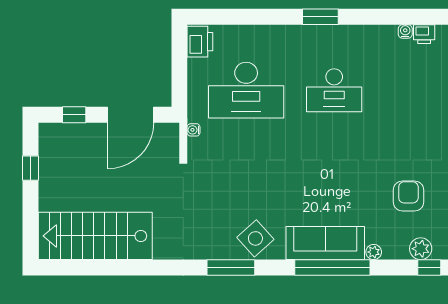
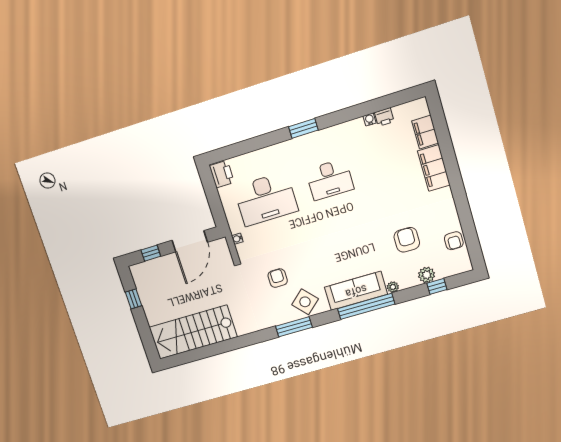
armchair: (230, 197) -> (278, 278), added

